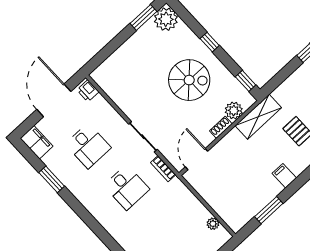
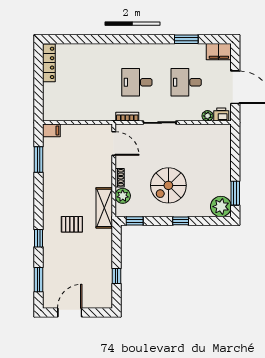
filing cabinet: (284, 176) -> (51, 130), moved
plant: (213, 224) -> (207, 116), moved

